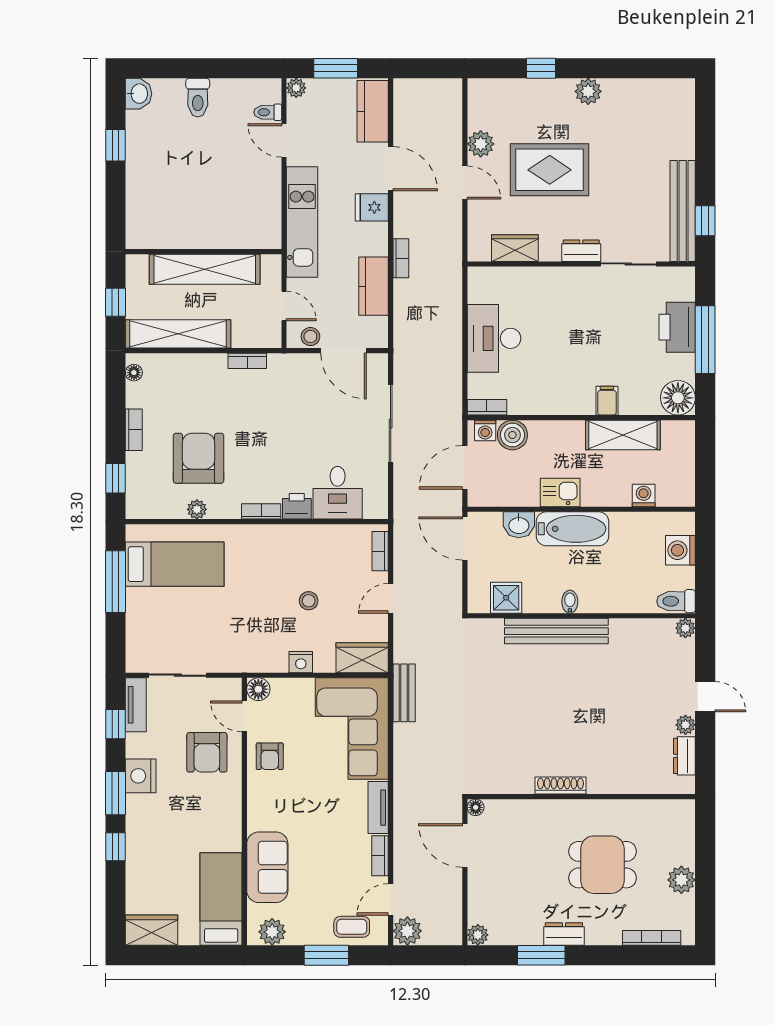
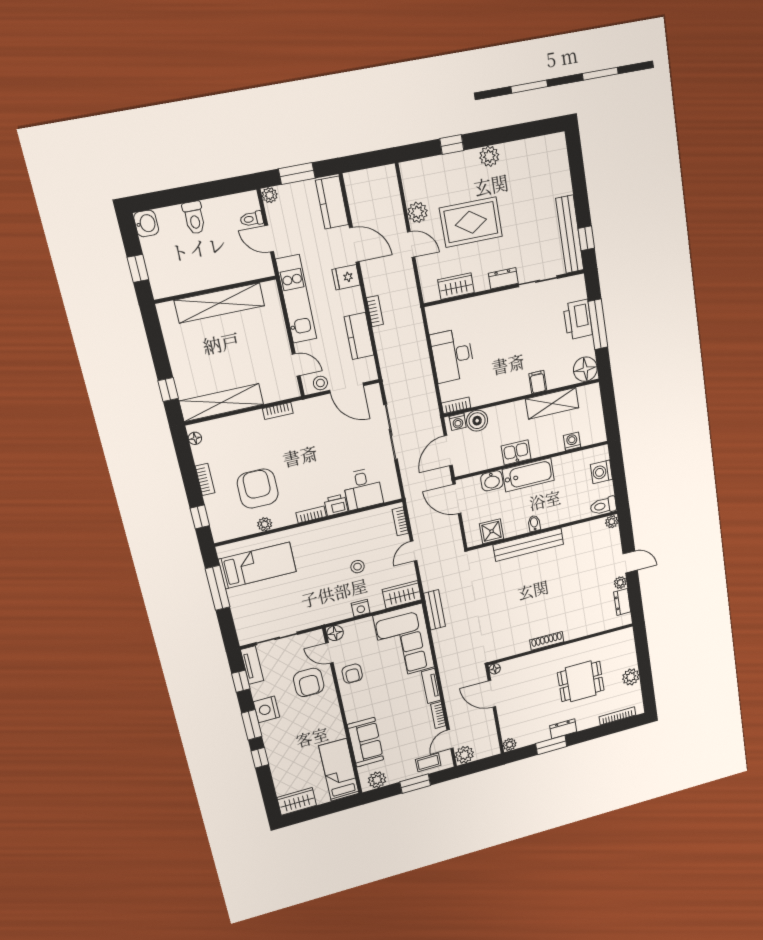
wall: (203, 252) -> (216, 290), moved
shelving: (205, 269) -> (220, 303), moved

